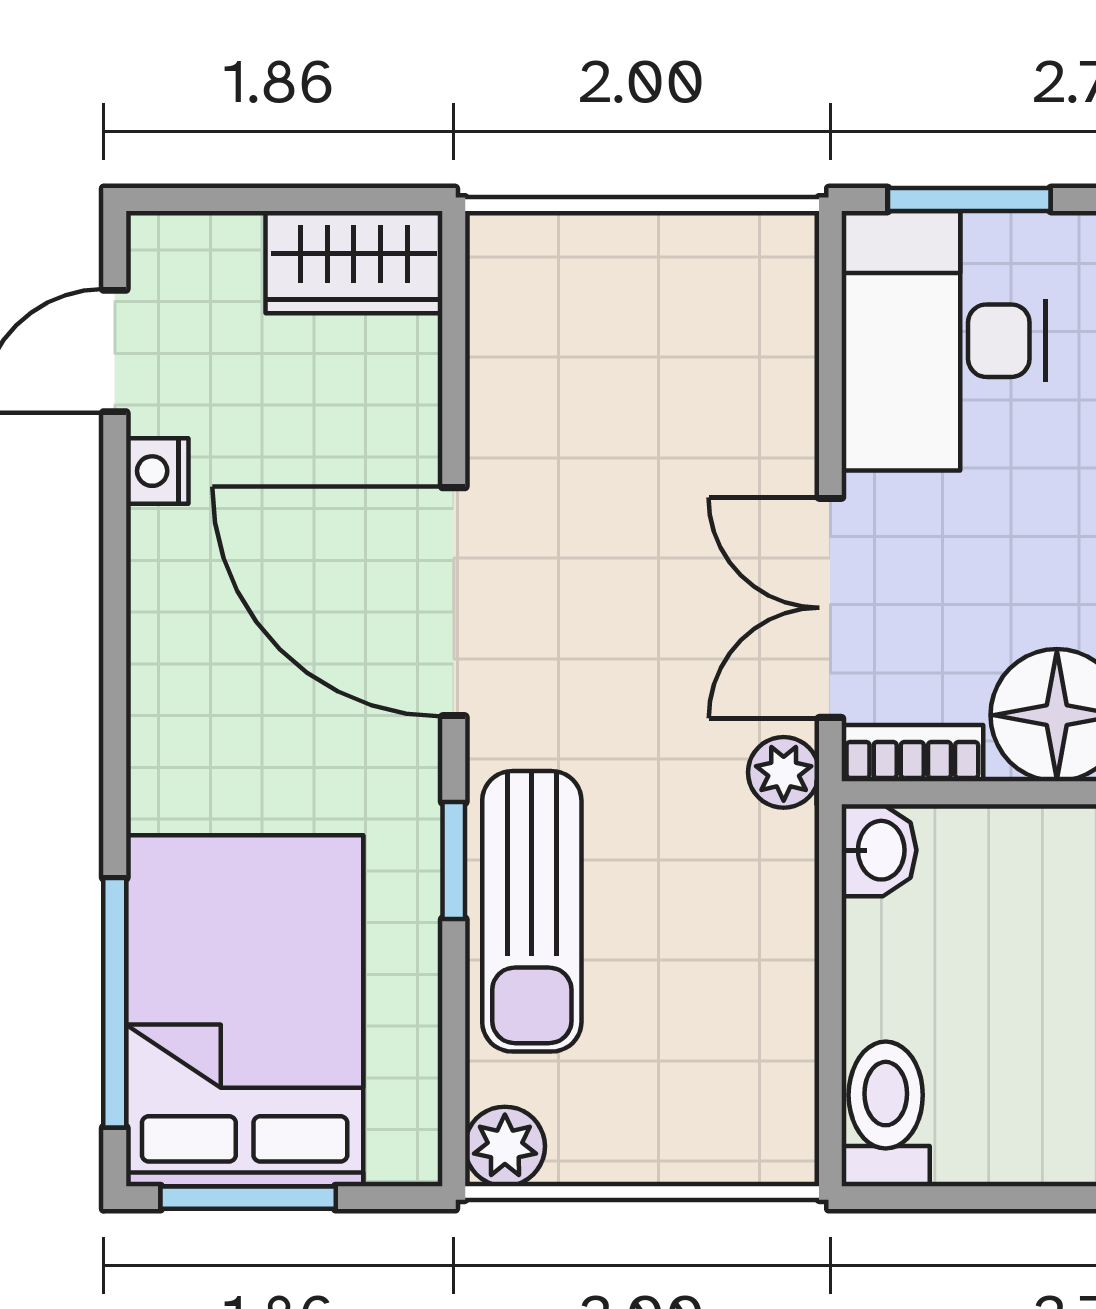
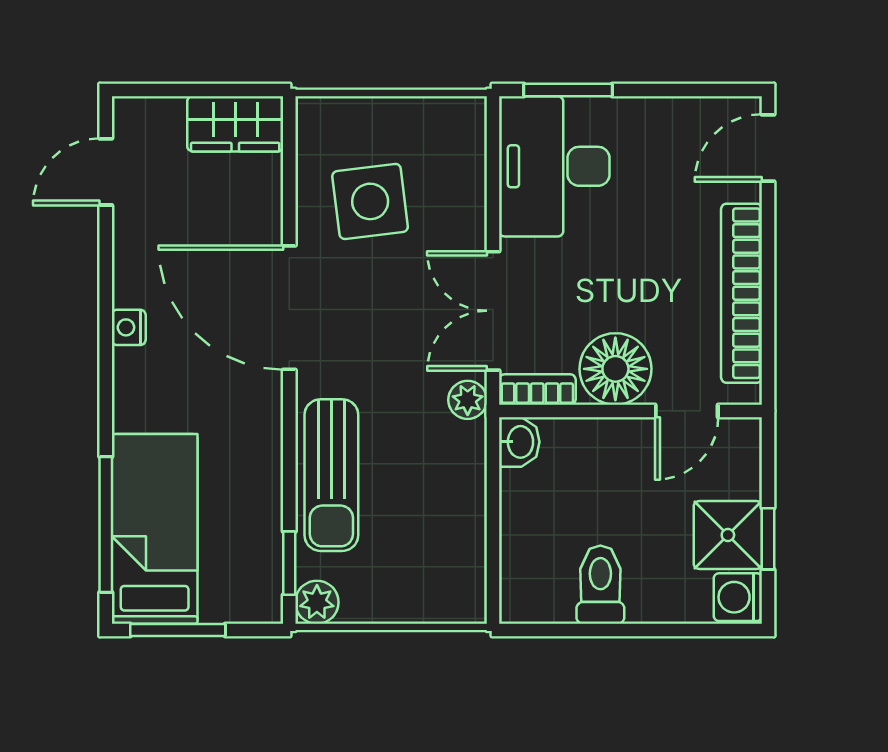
side table: (603, 406) -> (370, 201), added
nightstand: (157, 471) -> (129, 327), moved
window: (454, 861) -> (289, 563), moved
bed: (245, 1011) -> (155, 529), width x0.67
toilet: (886, 1114) -> (600, 585), moved

